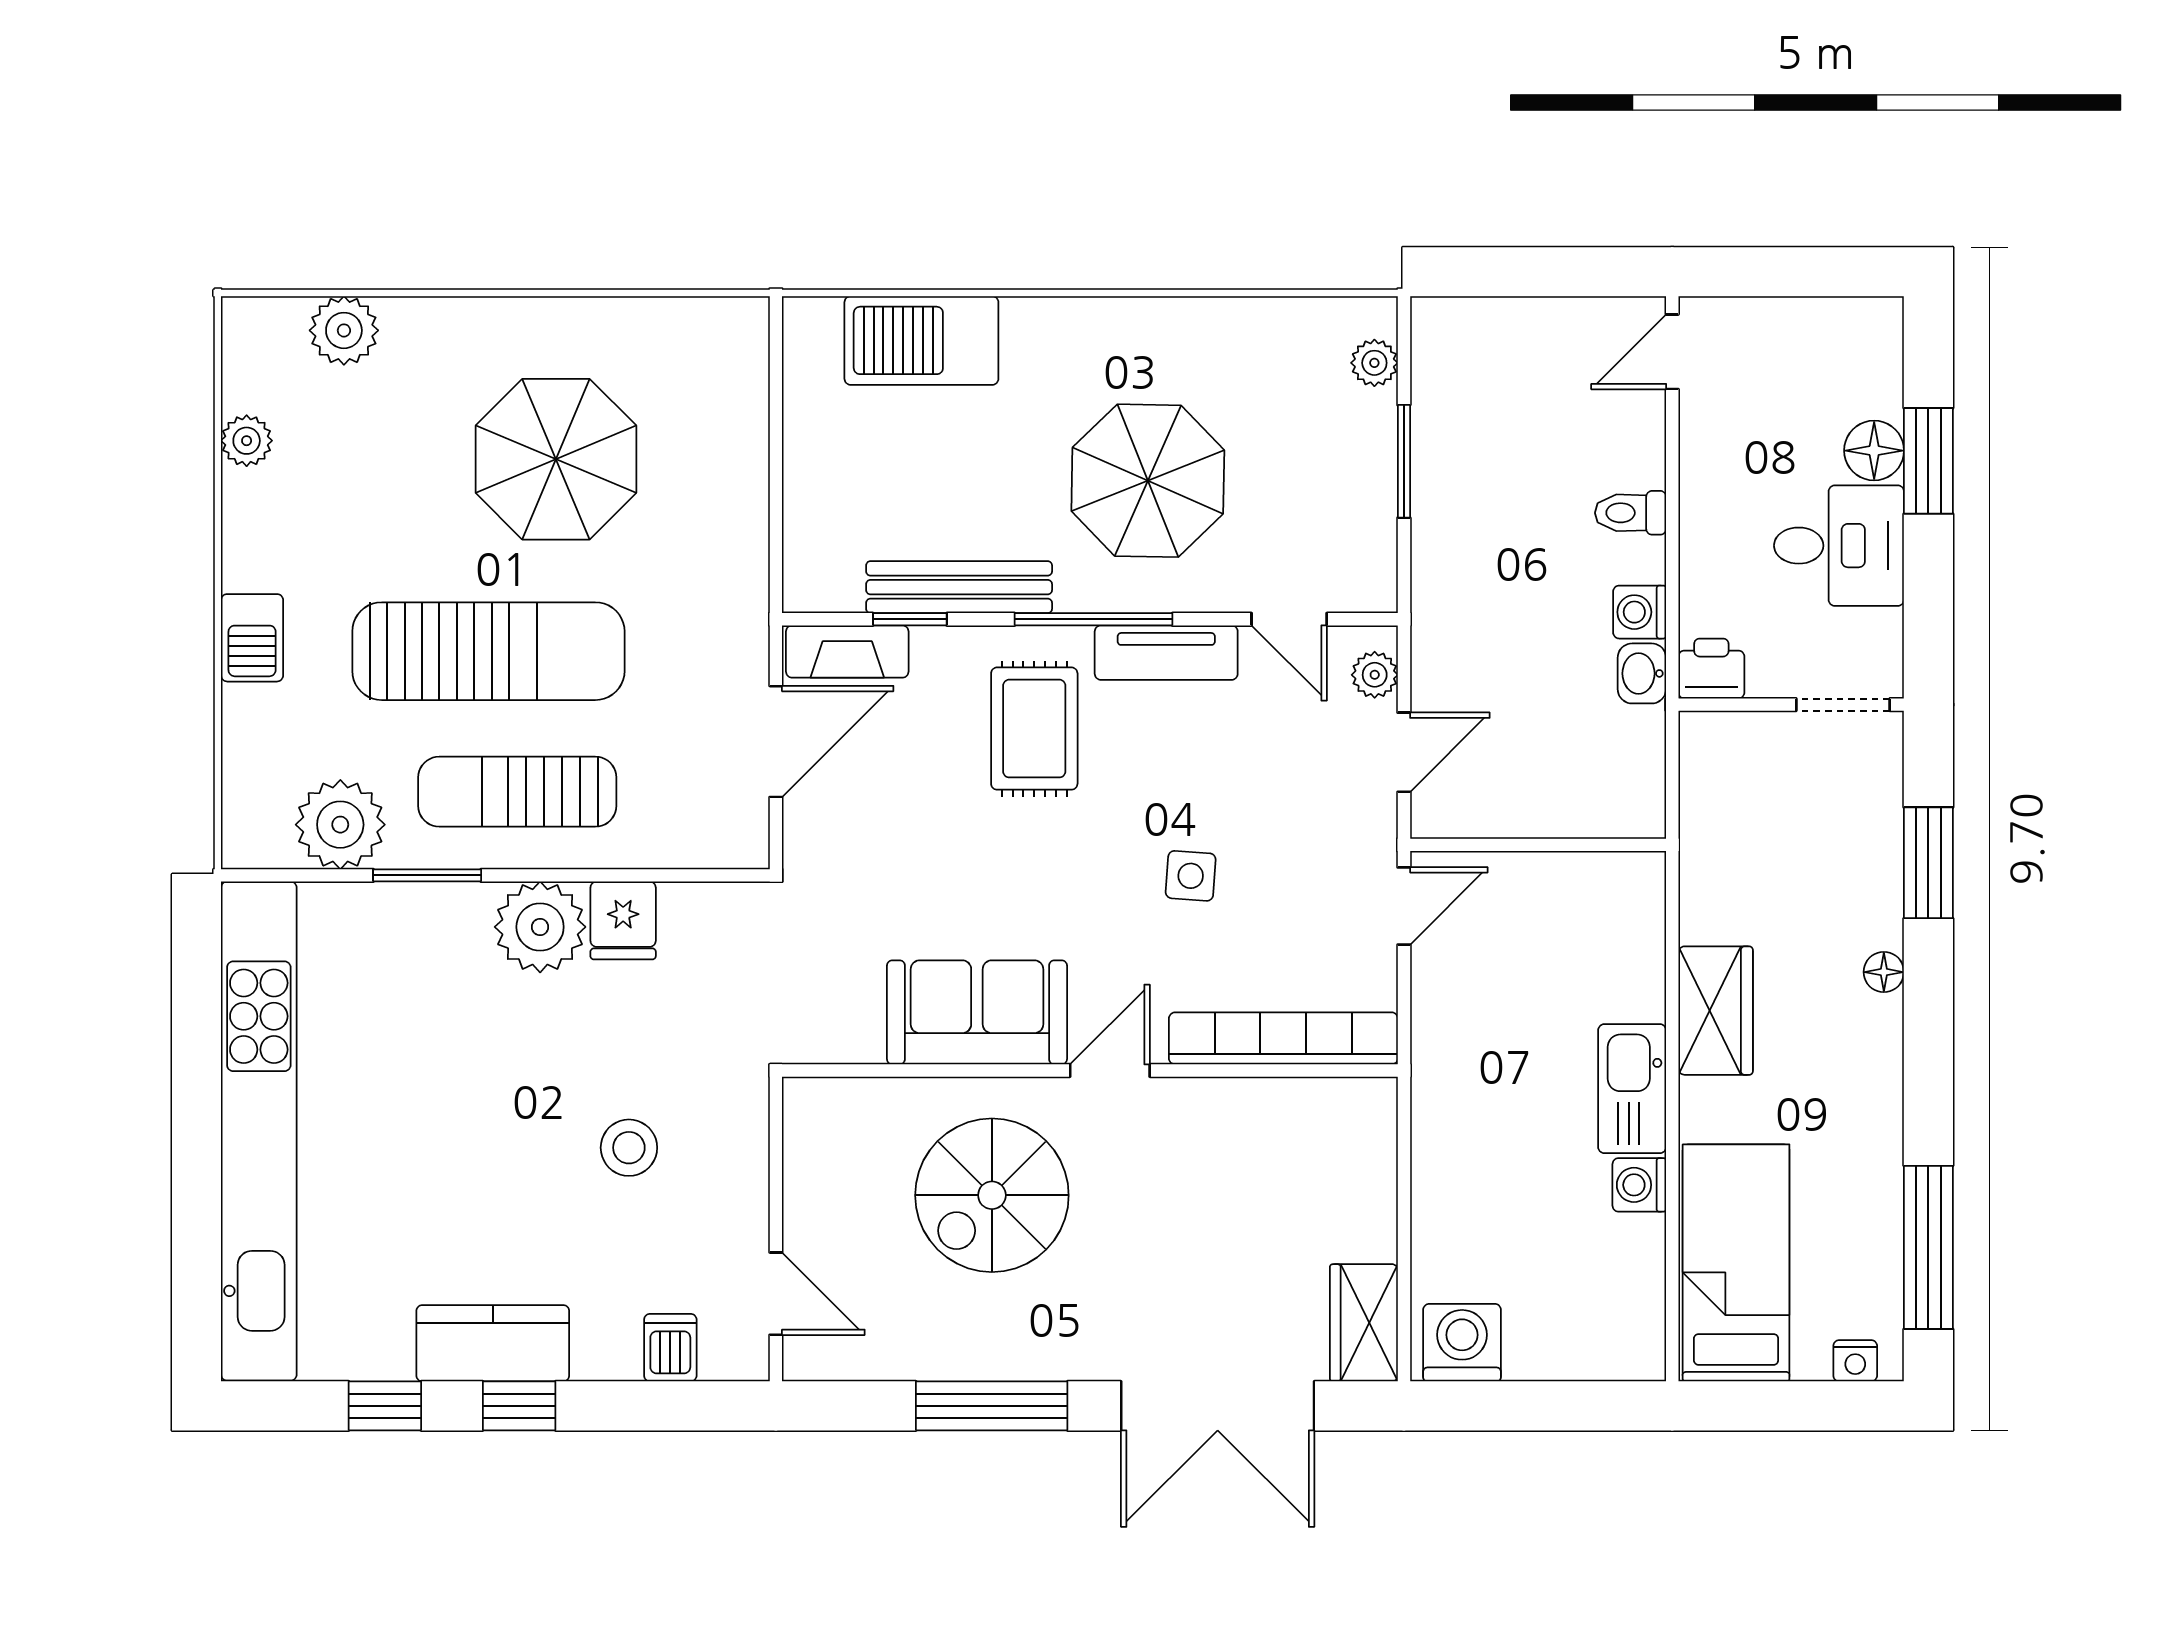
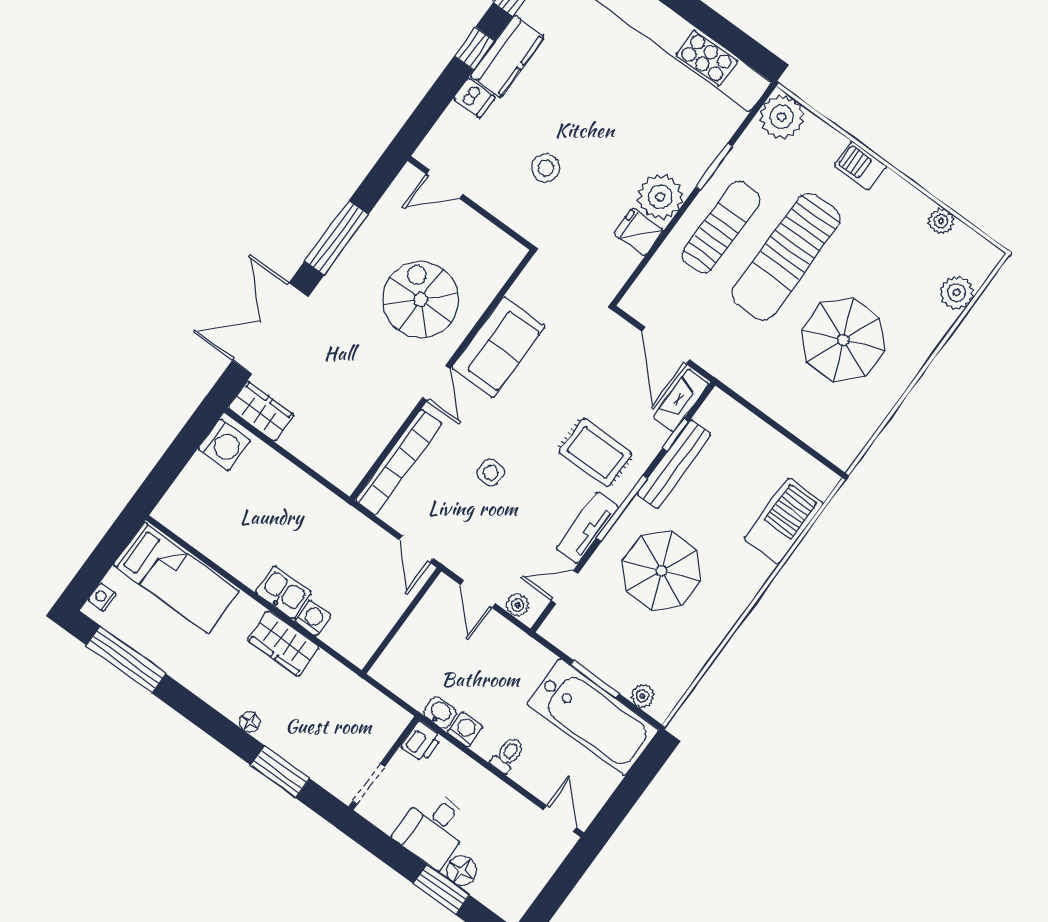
bathtub: (1468, 419) -> (593, 717), added
plant: (340, 825) -> (781, 117), moved
kitchen sink: (1632, 1089) -> (283, 592), width x0.73
washing machine: (1639, 1185) -> (313, 618), moved
dishwasher: (670, 1348) -> (474, 98), moved

